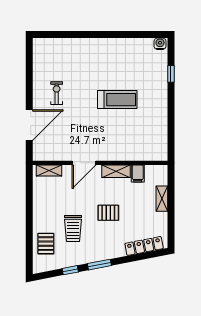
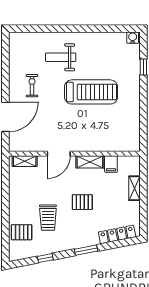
weight bench: (86, 64) -> (61, 57), added
treadmill: (117, 100) -> (91, 92), width x1.37, depth x1.38
pallet: (46, 244) -> (22, 232), turned 90
window: (99, 265) -> (86, 250), moved

